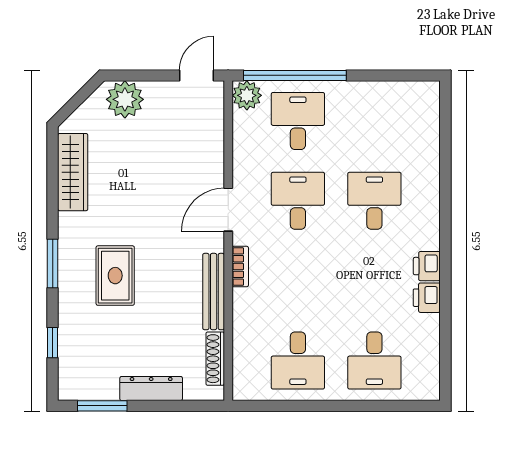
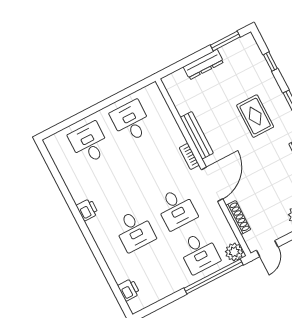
door: (228, 210) -> (212, 184), width x1.36
printer: (427, 298) -> (129, 290), moved
shoe rack: (215, 359) -> (238, 217), moved

